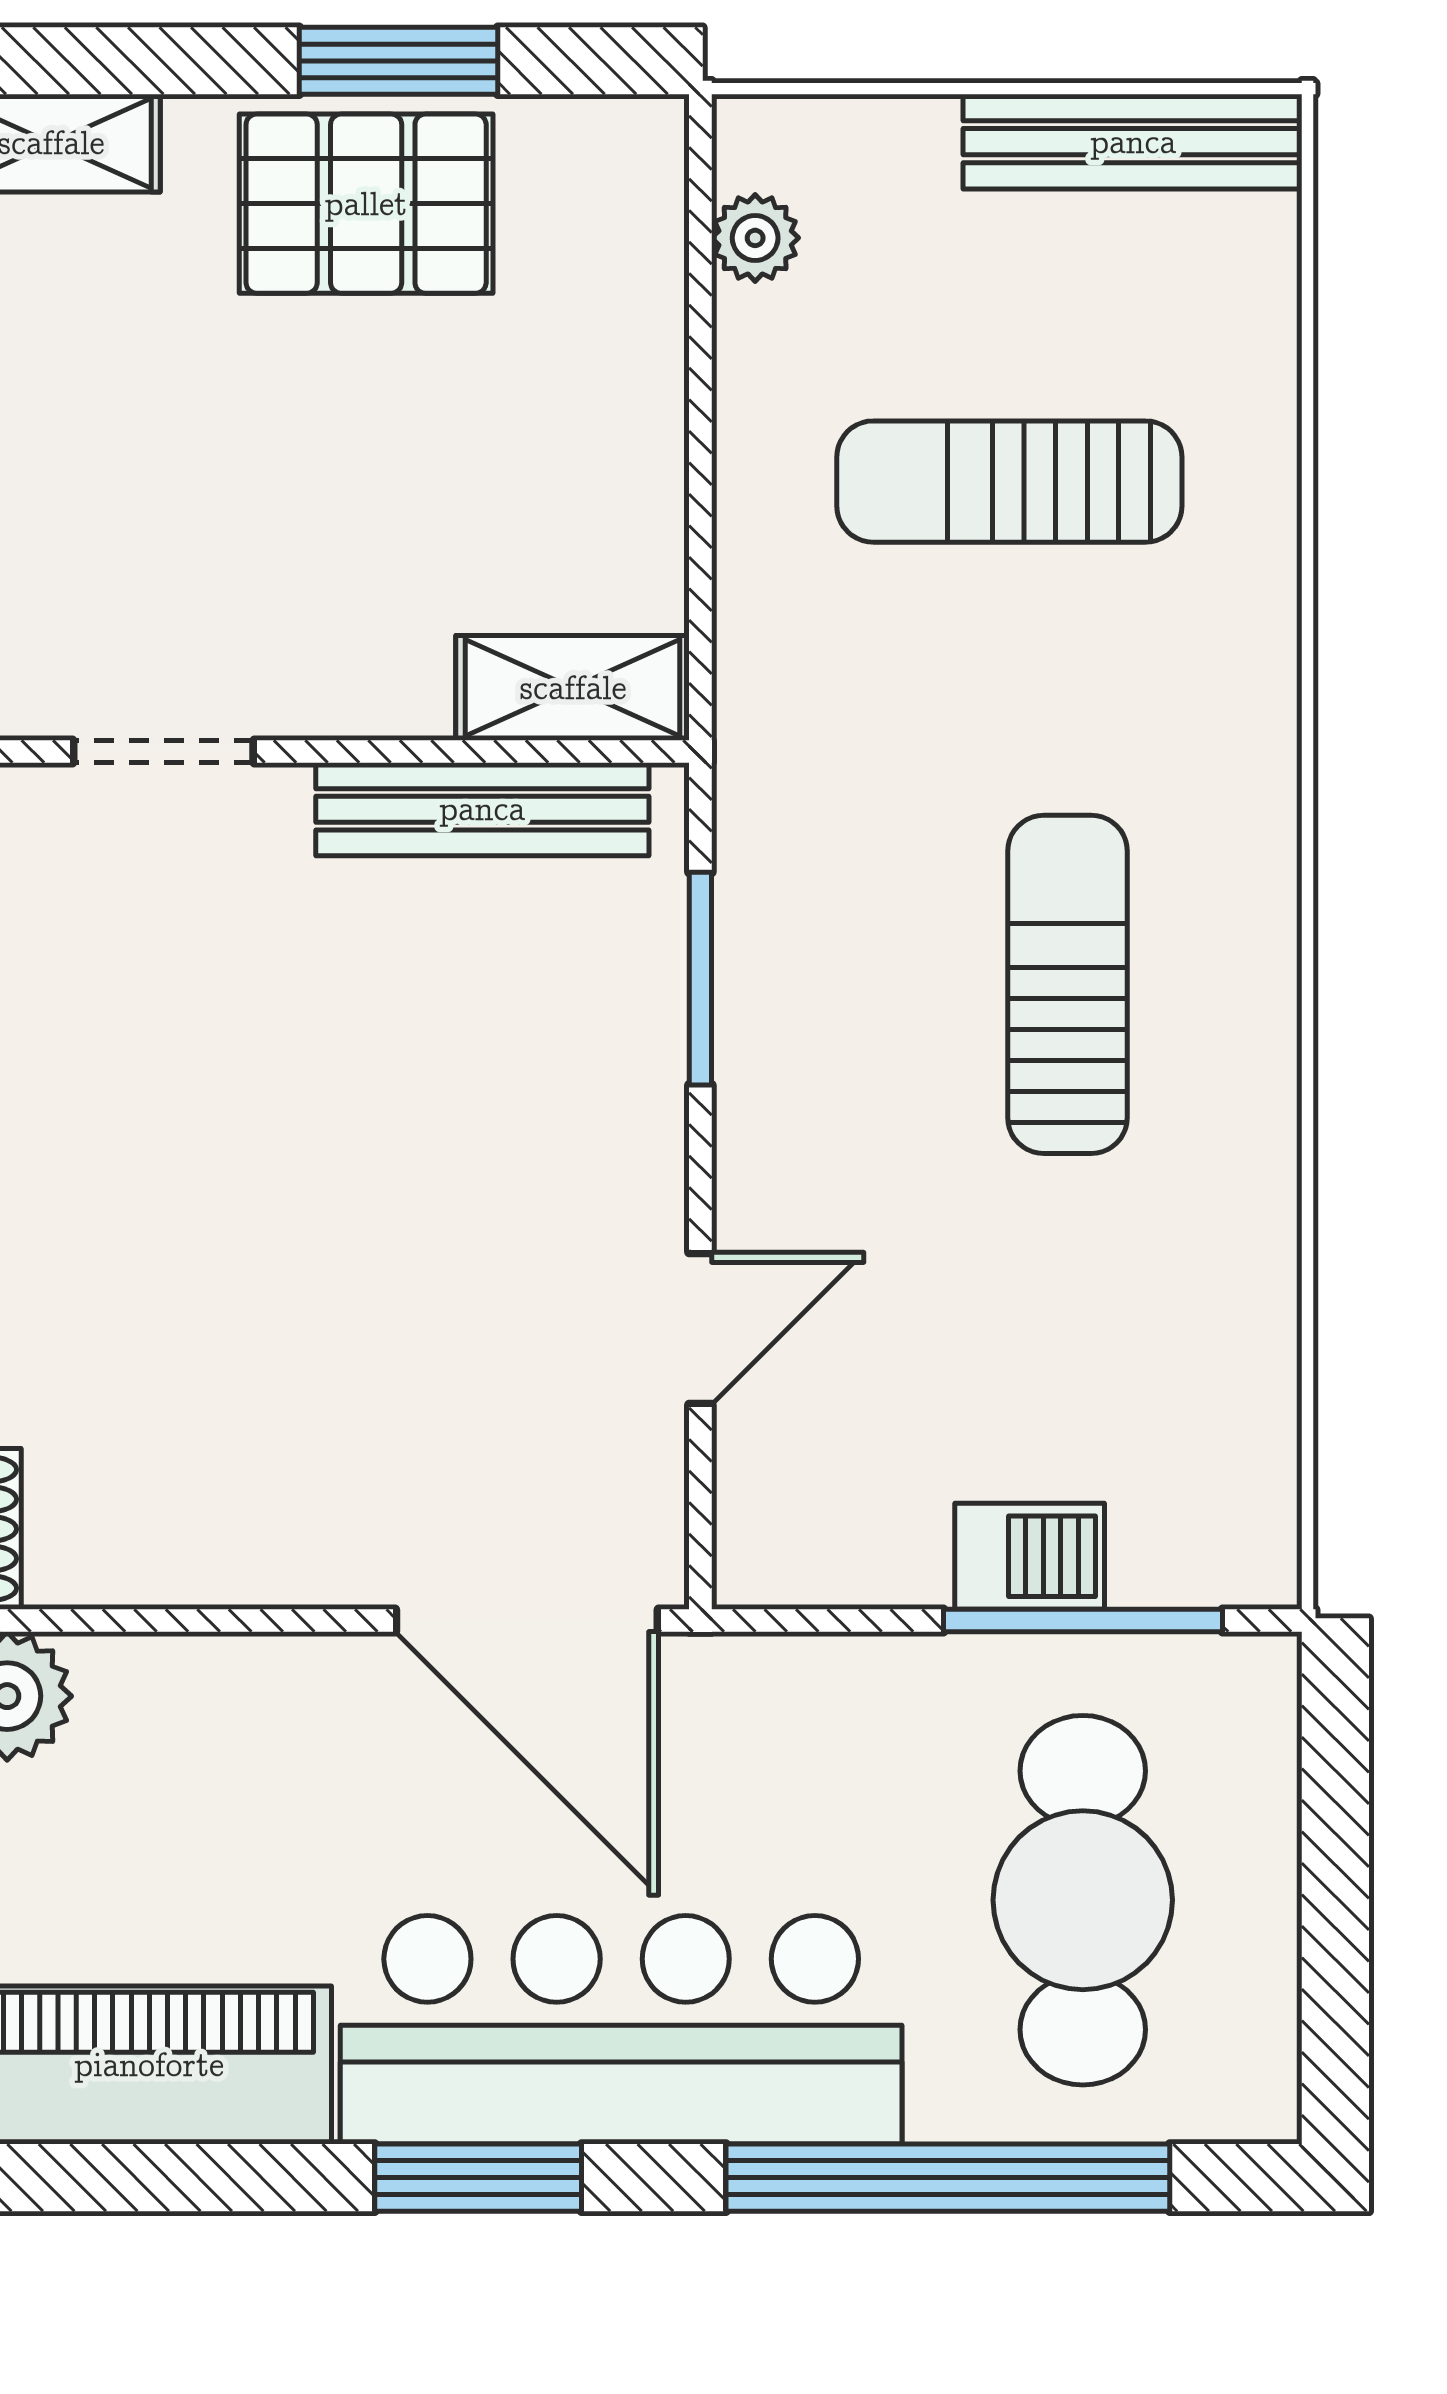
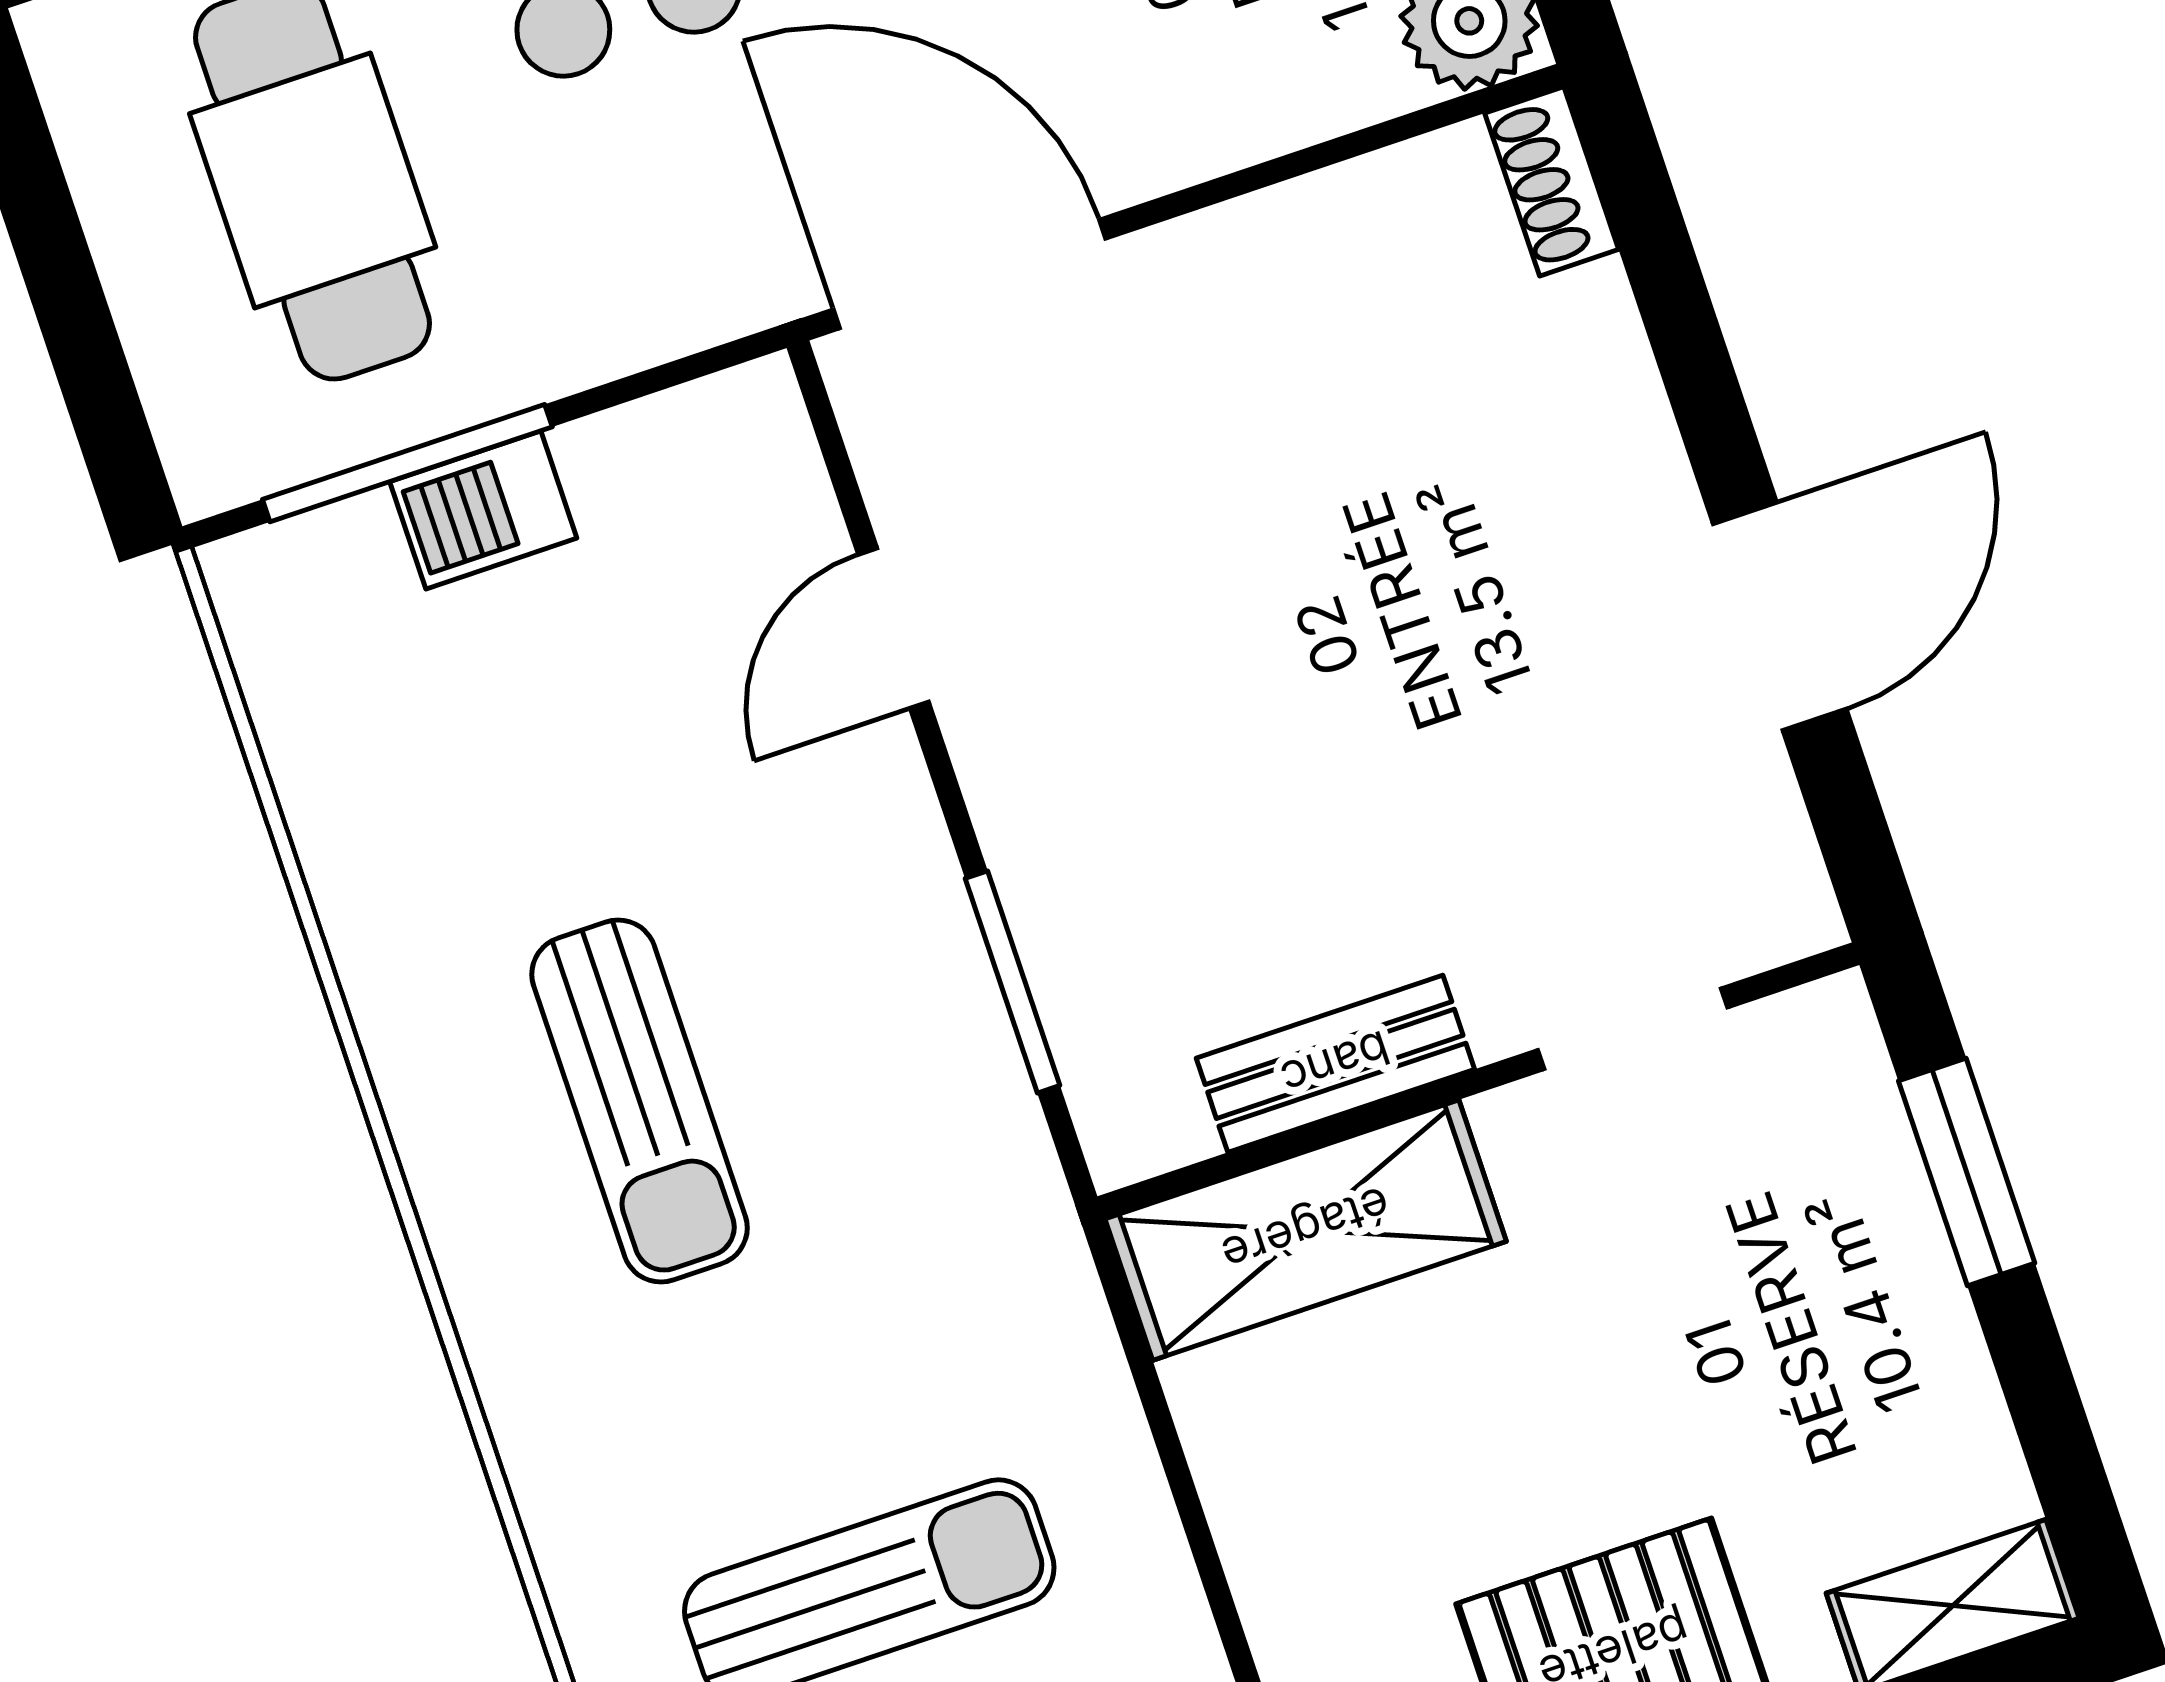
shelving: (573, 688) -> (1306, 1230), width x1.50, depth x1.33
bench: (482, 809) -> (1335, 1064), width x0.73

